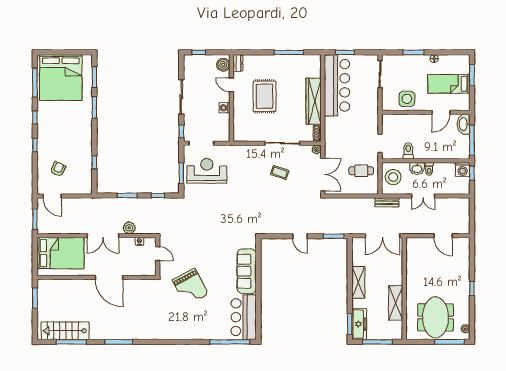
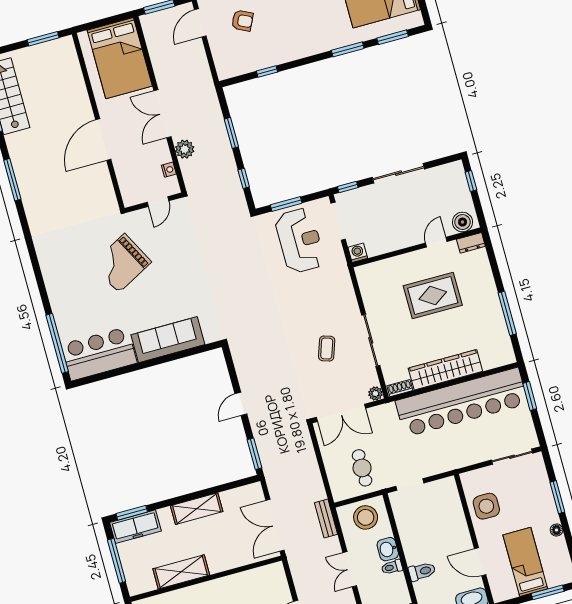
bar counter: (337, 85) -> (462, 402), width x1.36
washing machine: (225, 108) -> (358, 253), moved
toilet: (408, 151) -> (422, 571), moved

